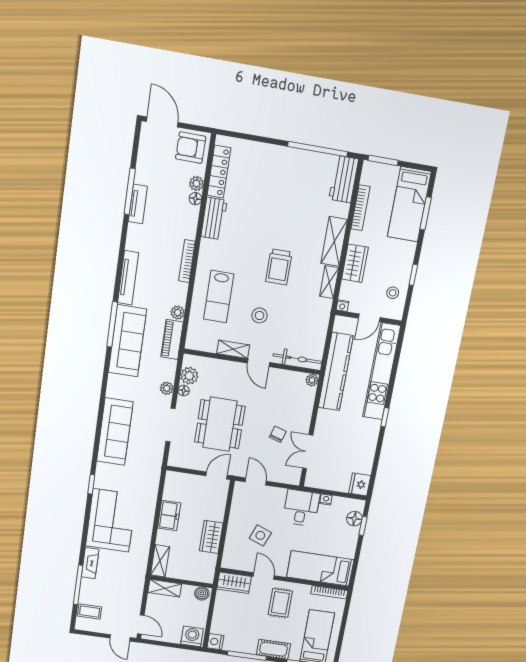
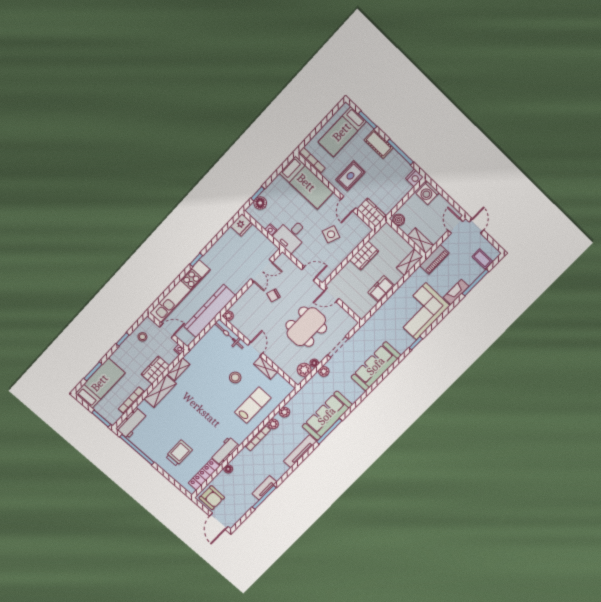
plant: (196, 183) -> (273, 424), moved
trolley: (279, 267) -> (179, 453), moved
piano: (172, 339) -> (434, 259), moved
door: (256, 481) -> (309, 274), swing flipped

